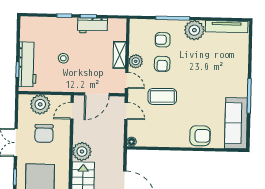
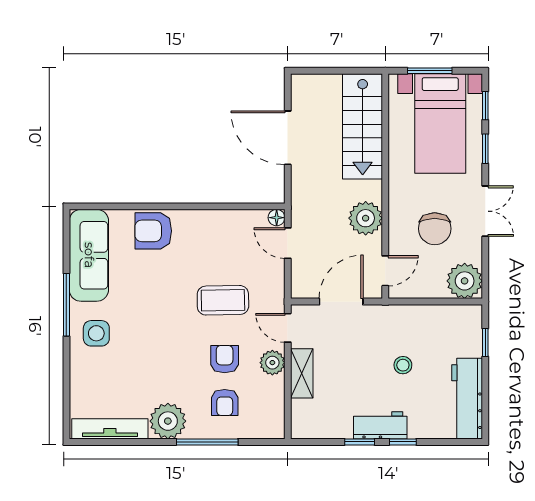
workbench: (92, 25) -> (380, 425), moved
armchair: (163, 40) -> (225, 403), turned 90
workbench: (28, 64) -> (467, 399), moved
side table: (233, 80) -> (96, 333), added
plant: (40, 104) -> (465, 281), moved
door: (126, 111) -> (288, 243), moved
chair: (44, 133) -> (435, 229), turned 180
plant: (82, 151) -> (366, 218), moved

